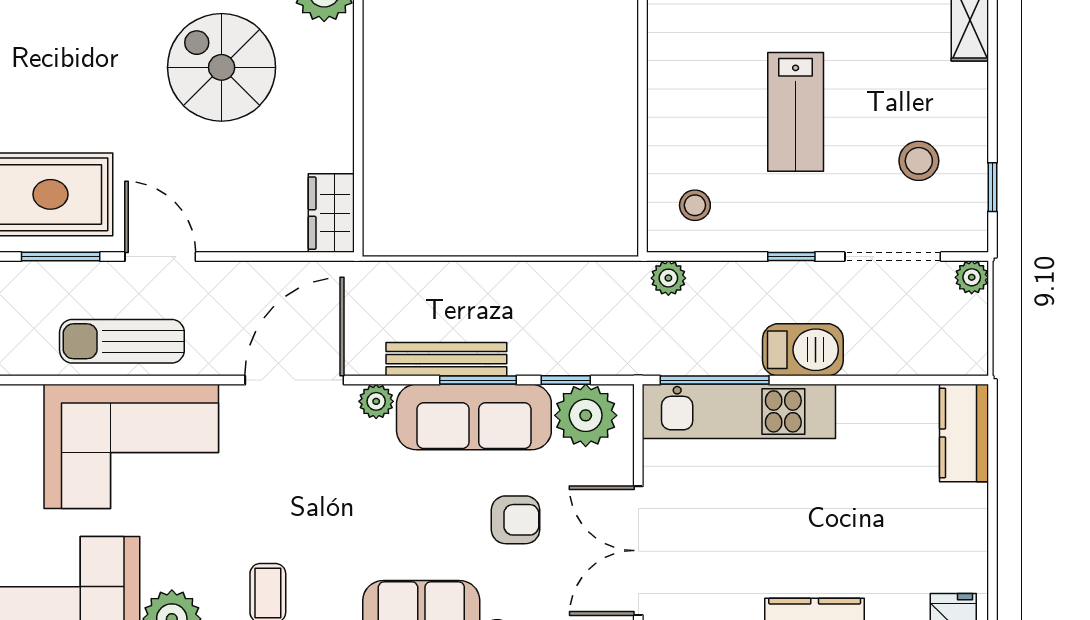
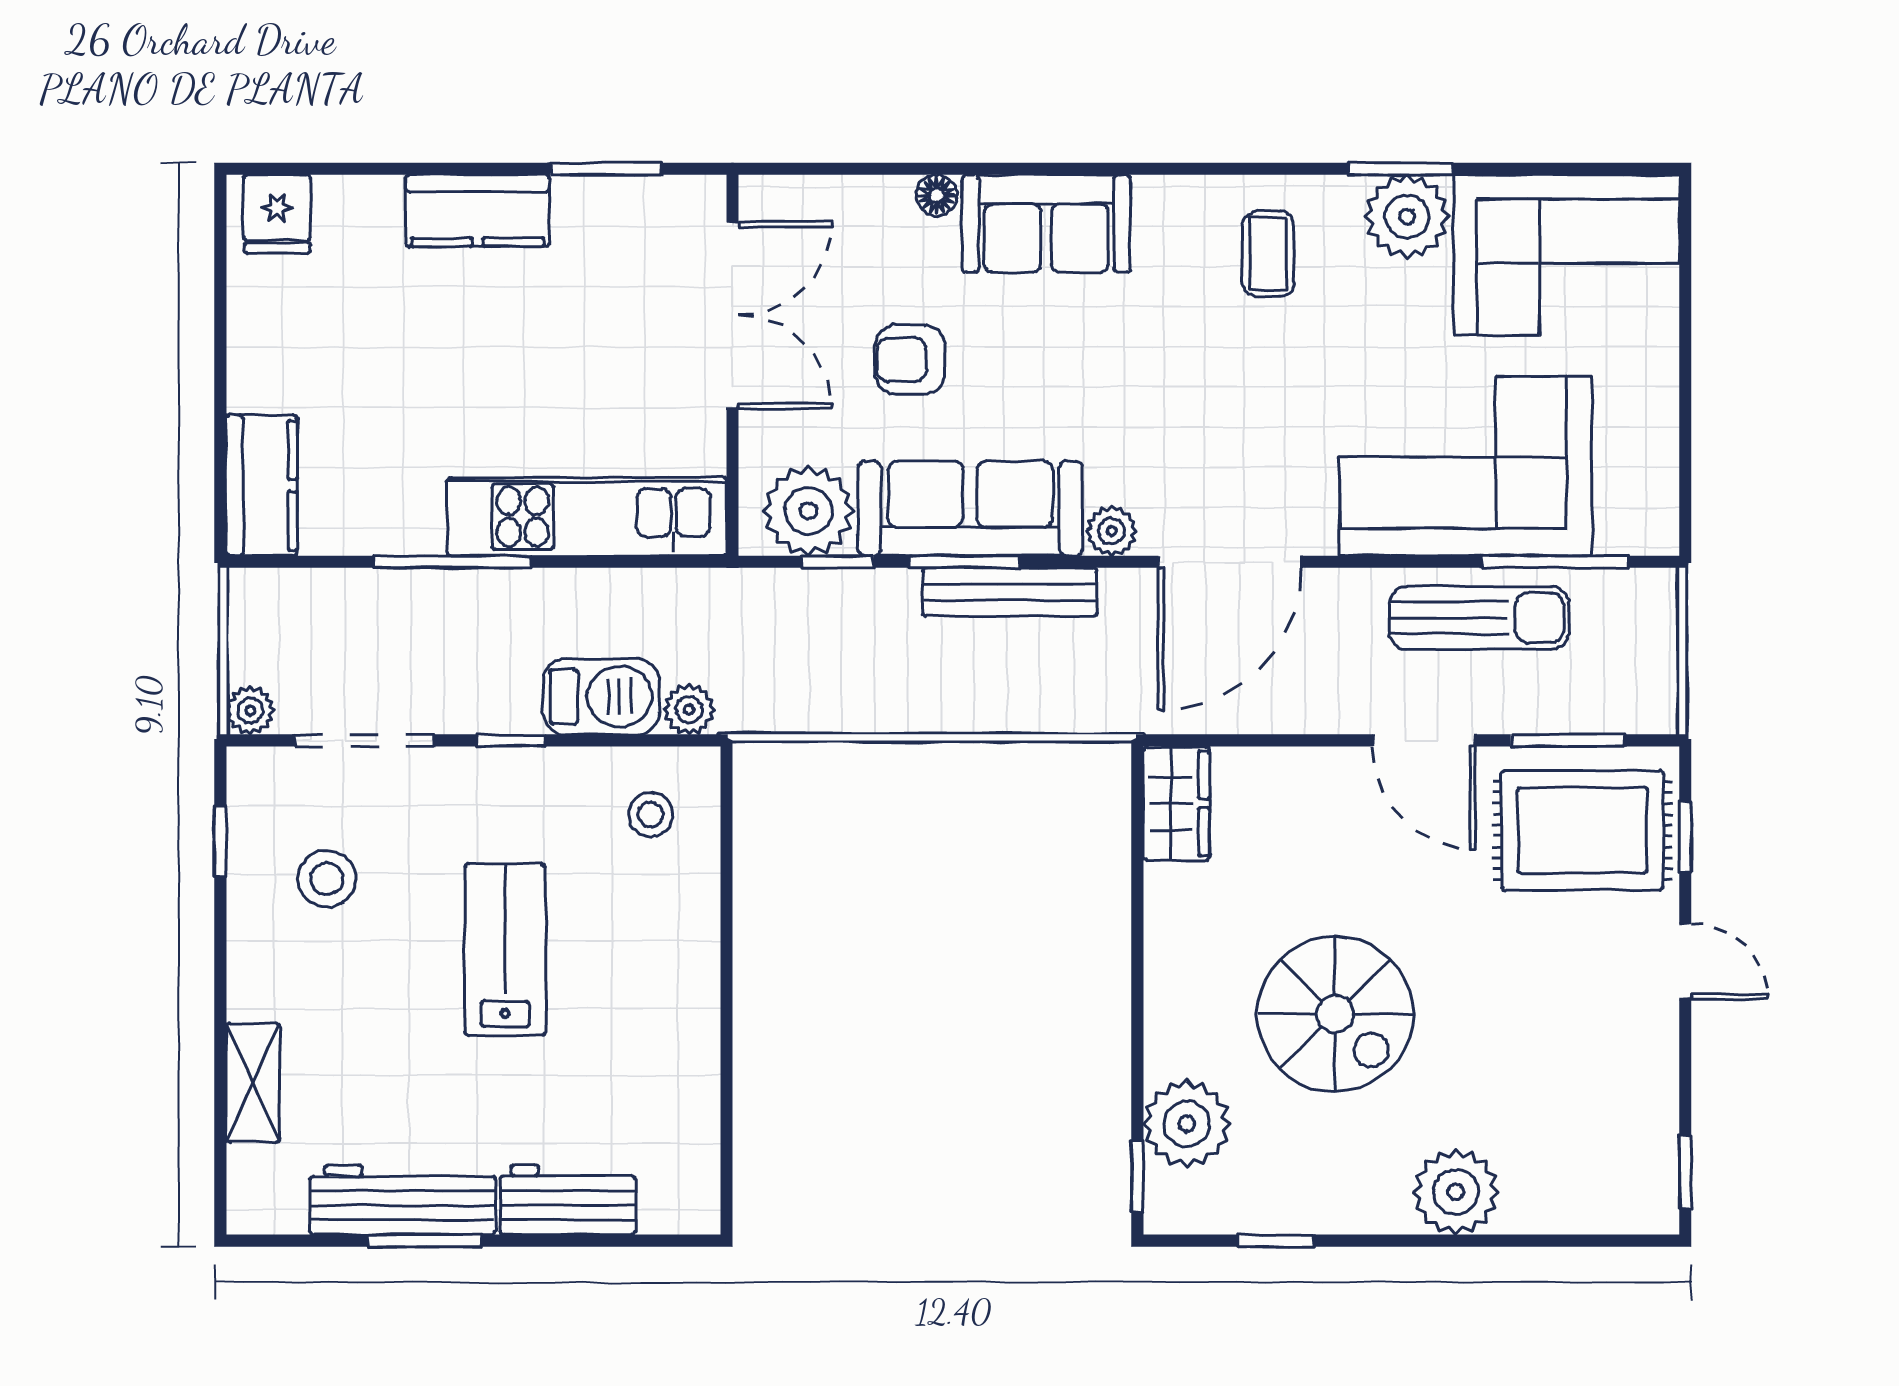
barbecue: (803, 350) -> (601, 697), moved, turned 180
window: (70, 380) -> (1555, 562), added
window: (715, 380) -> (452, 562), moved

